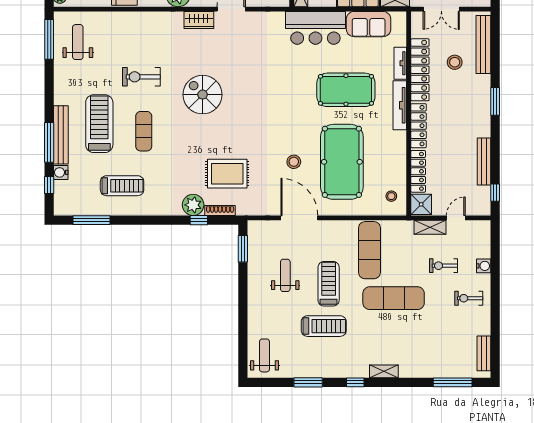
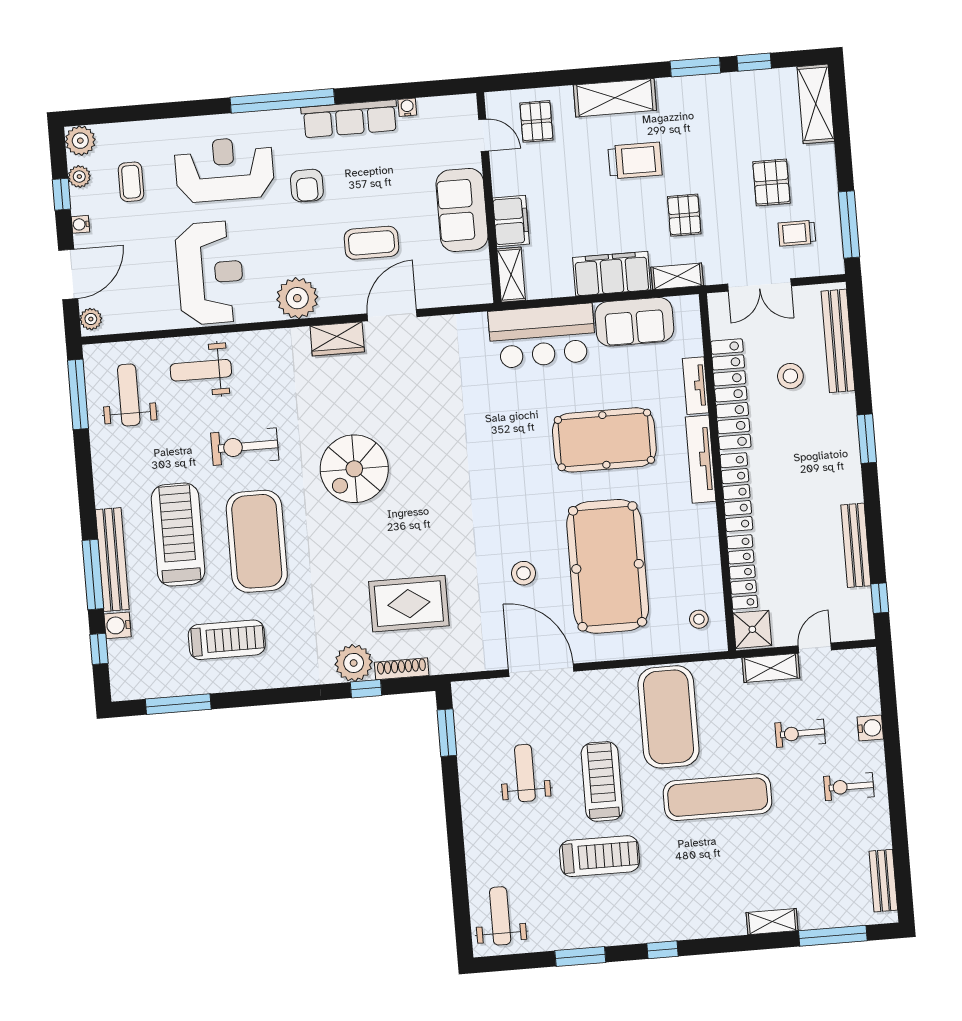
weight bench: (120, 31) -> (201, 370), added
spiral stairs: (203, 95) -> (354, 469), turned -90
exercise mat: (144, 131) -> (257, 541), width x2.00, depth x1.45
exercise mat: (369, 250) -> (669, 717), width x1.47
shelving: (384, 371) -> (772, 922), moved

